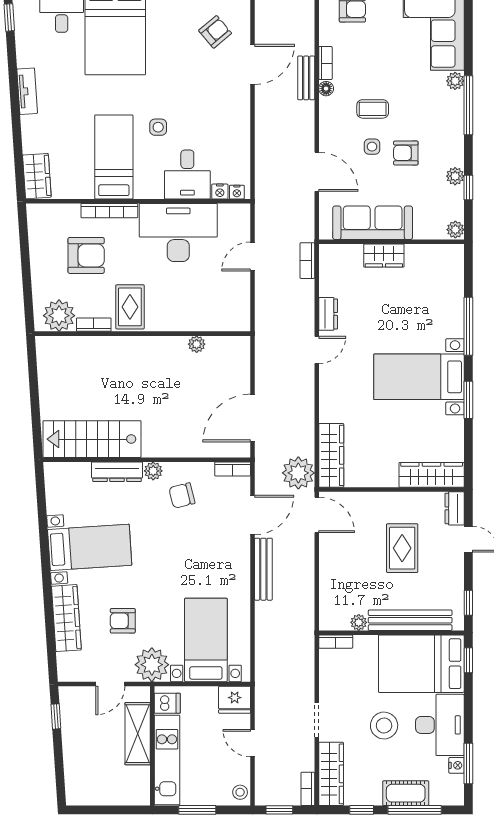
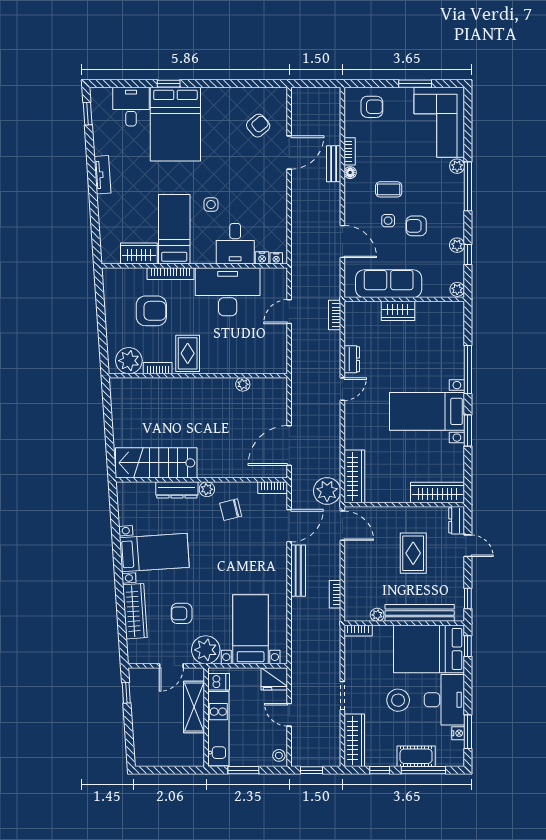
wardrobe: (37, 176) -> (139, 253), moved, turned -86
bookcase: (308, 789) -> (335, 594), moved

